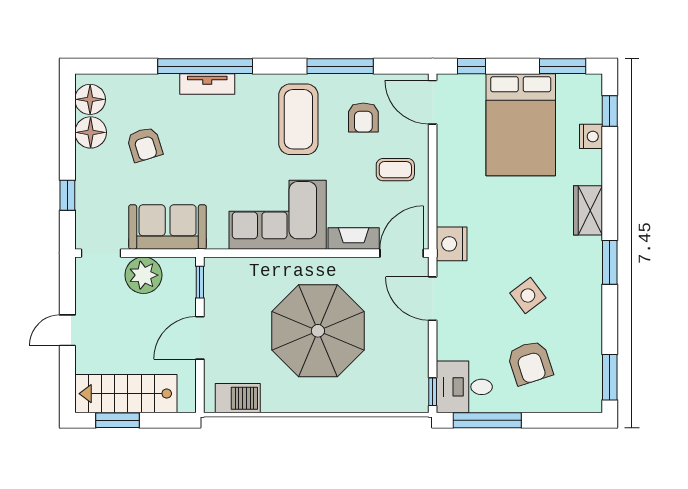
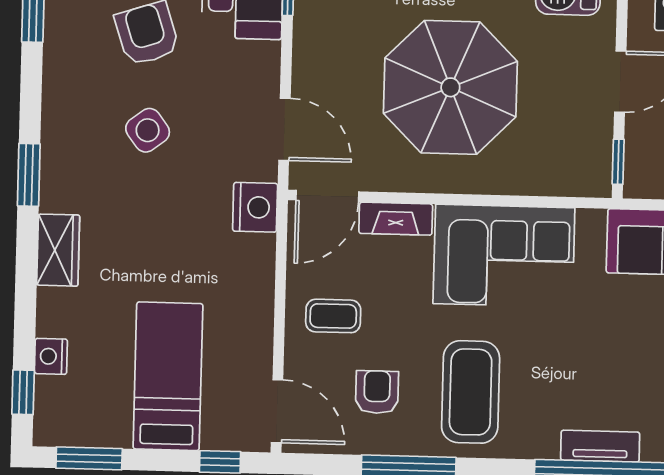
bed: (521, 125) -> (168, 376), width x0.67

